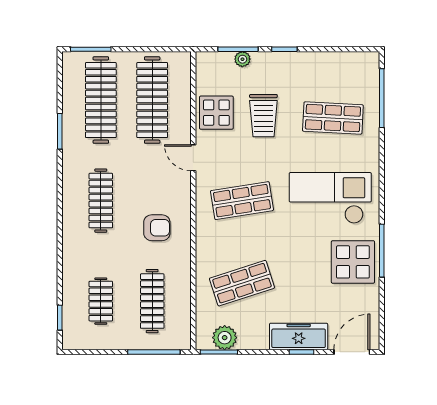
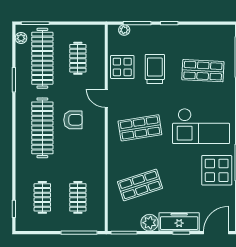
plant: (242, 59) -> (124, 30), moved
plant: (70, 71) -> (21, 38), added
clothes rail: (152, 100) -> (78, 58), width x0.54, depth x0.76
trolley: (263, 116) -> (155, 69), turned 180
checkout: (330, 198) -> (201, 126), turned 180
clothes rail: (101, 201) -> (42, 128), width x1.37, depth x1.31
armchair: (157, 228) -> (73, 120), moved
clothes rail: (152, 301) -> (78, 197), width x0.73
plant: (225, 338) -> (149, 223), moved

